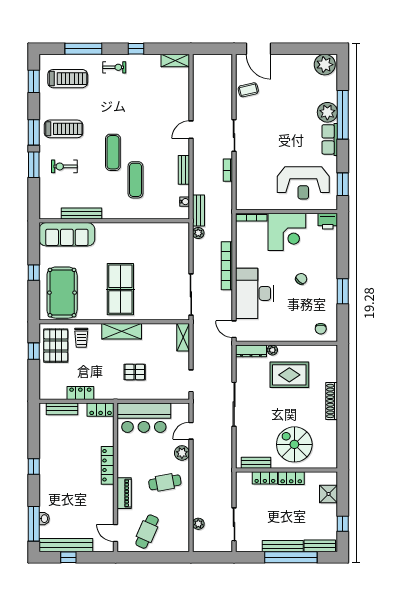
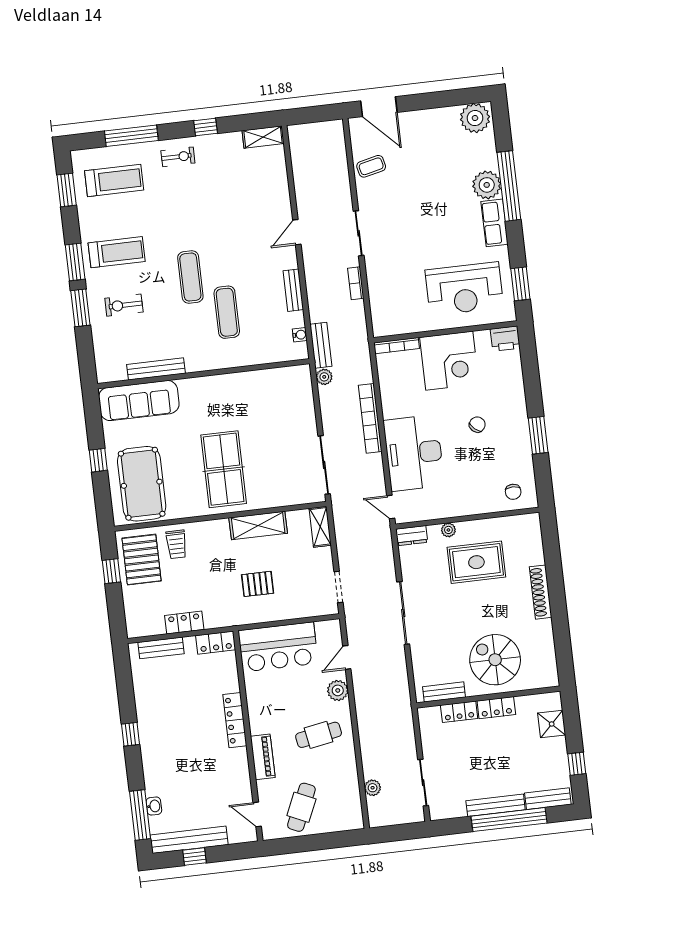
shelving: (122, 331) -> (258, 526), moved
dresser: (251, 351) -> (412, 536), width x0.70

